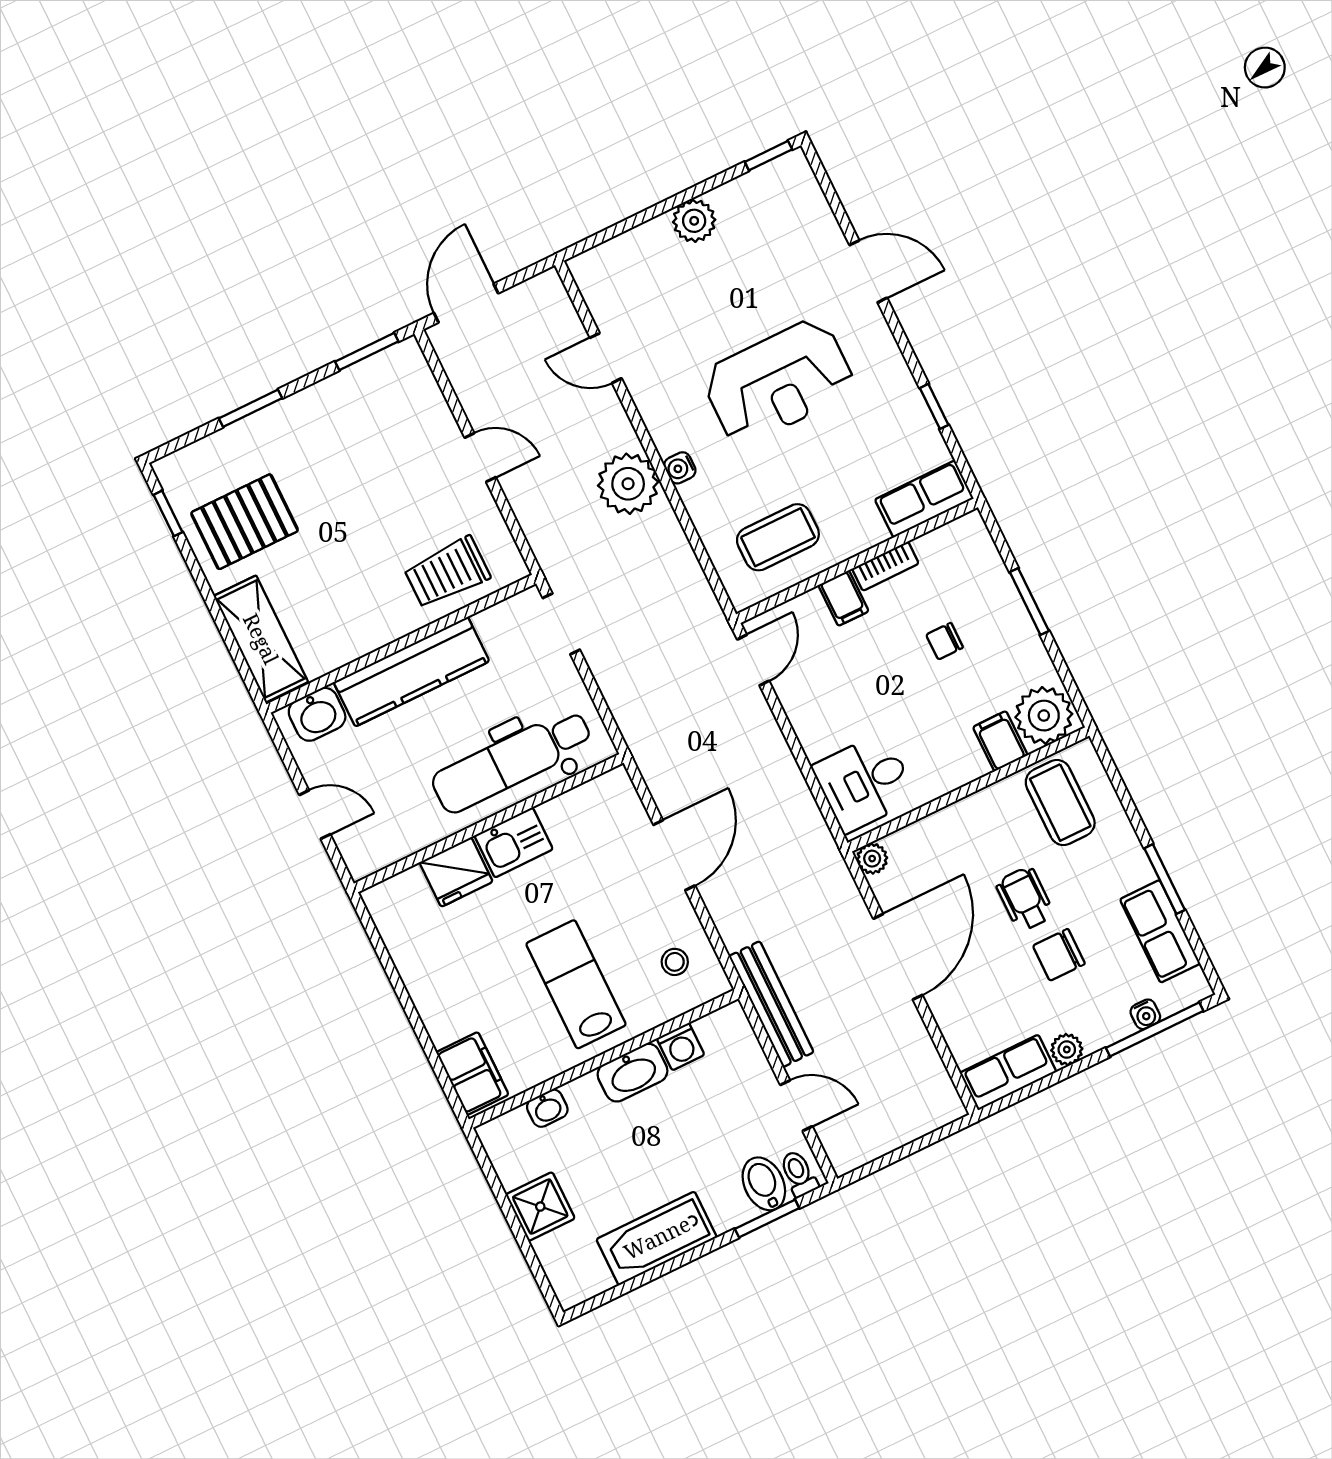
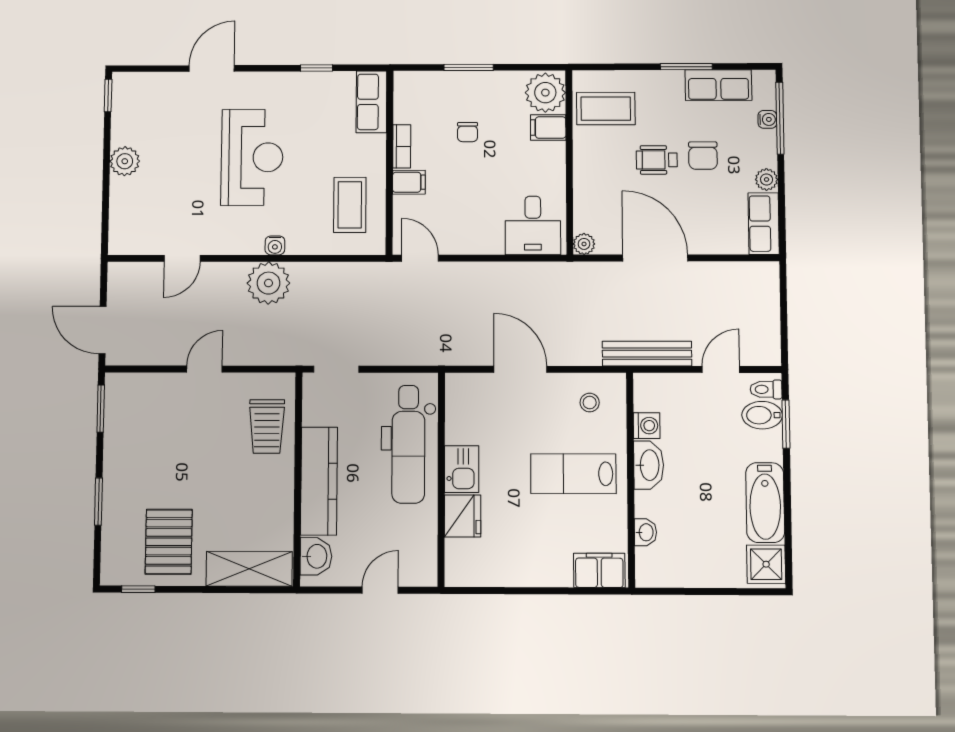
shower: (540, 1207) -> (766, 564), moved

